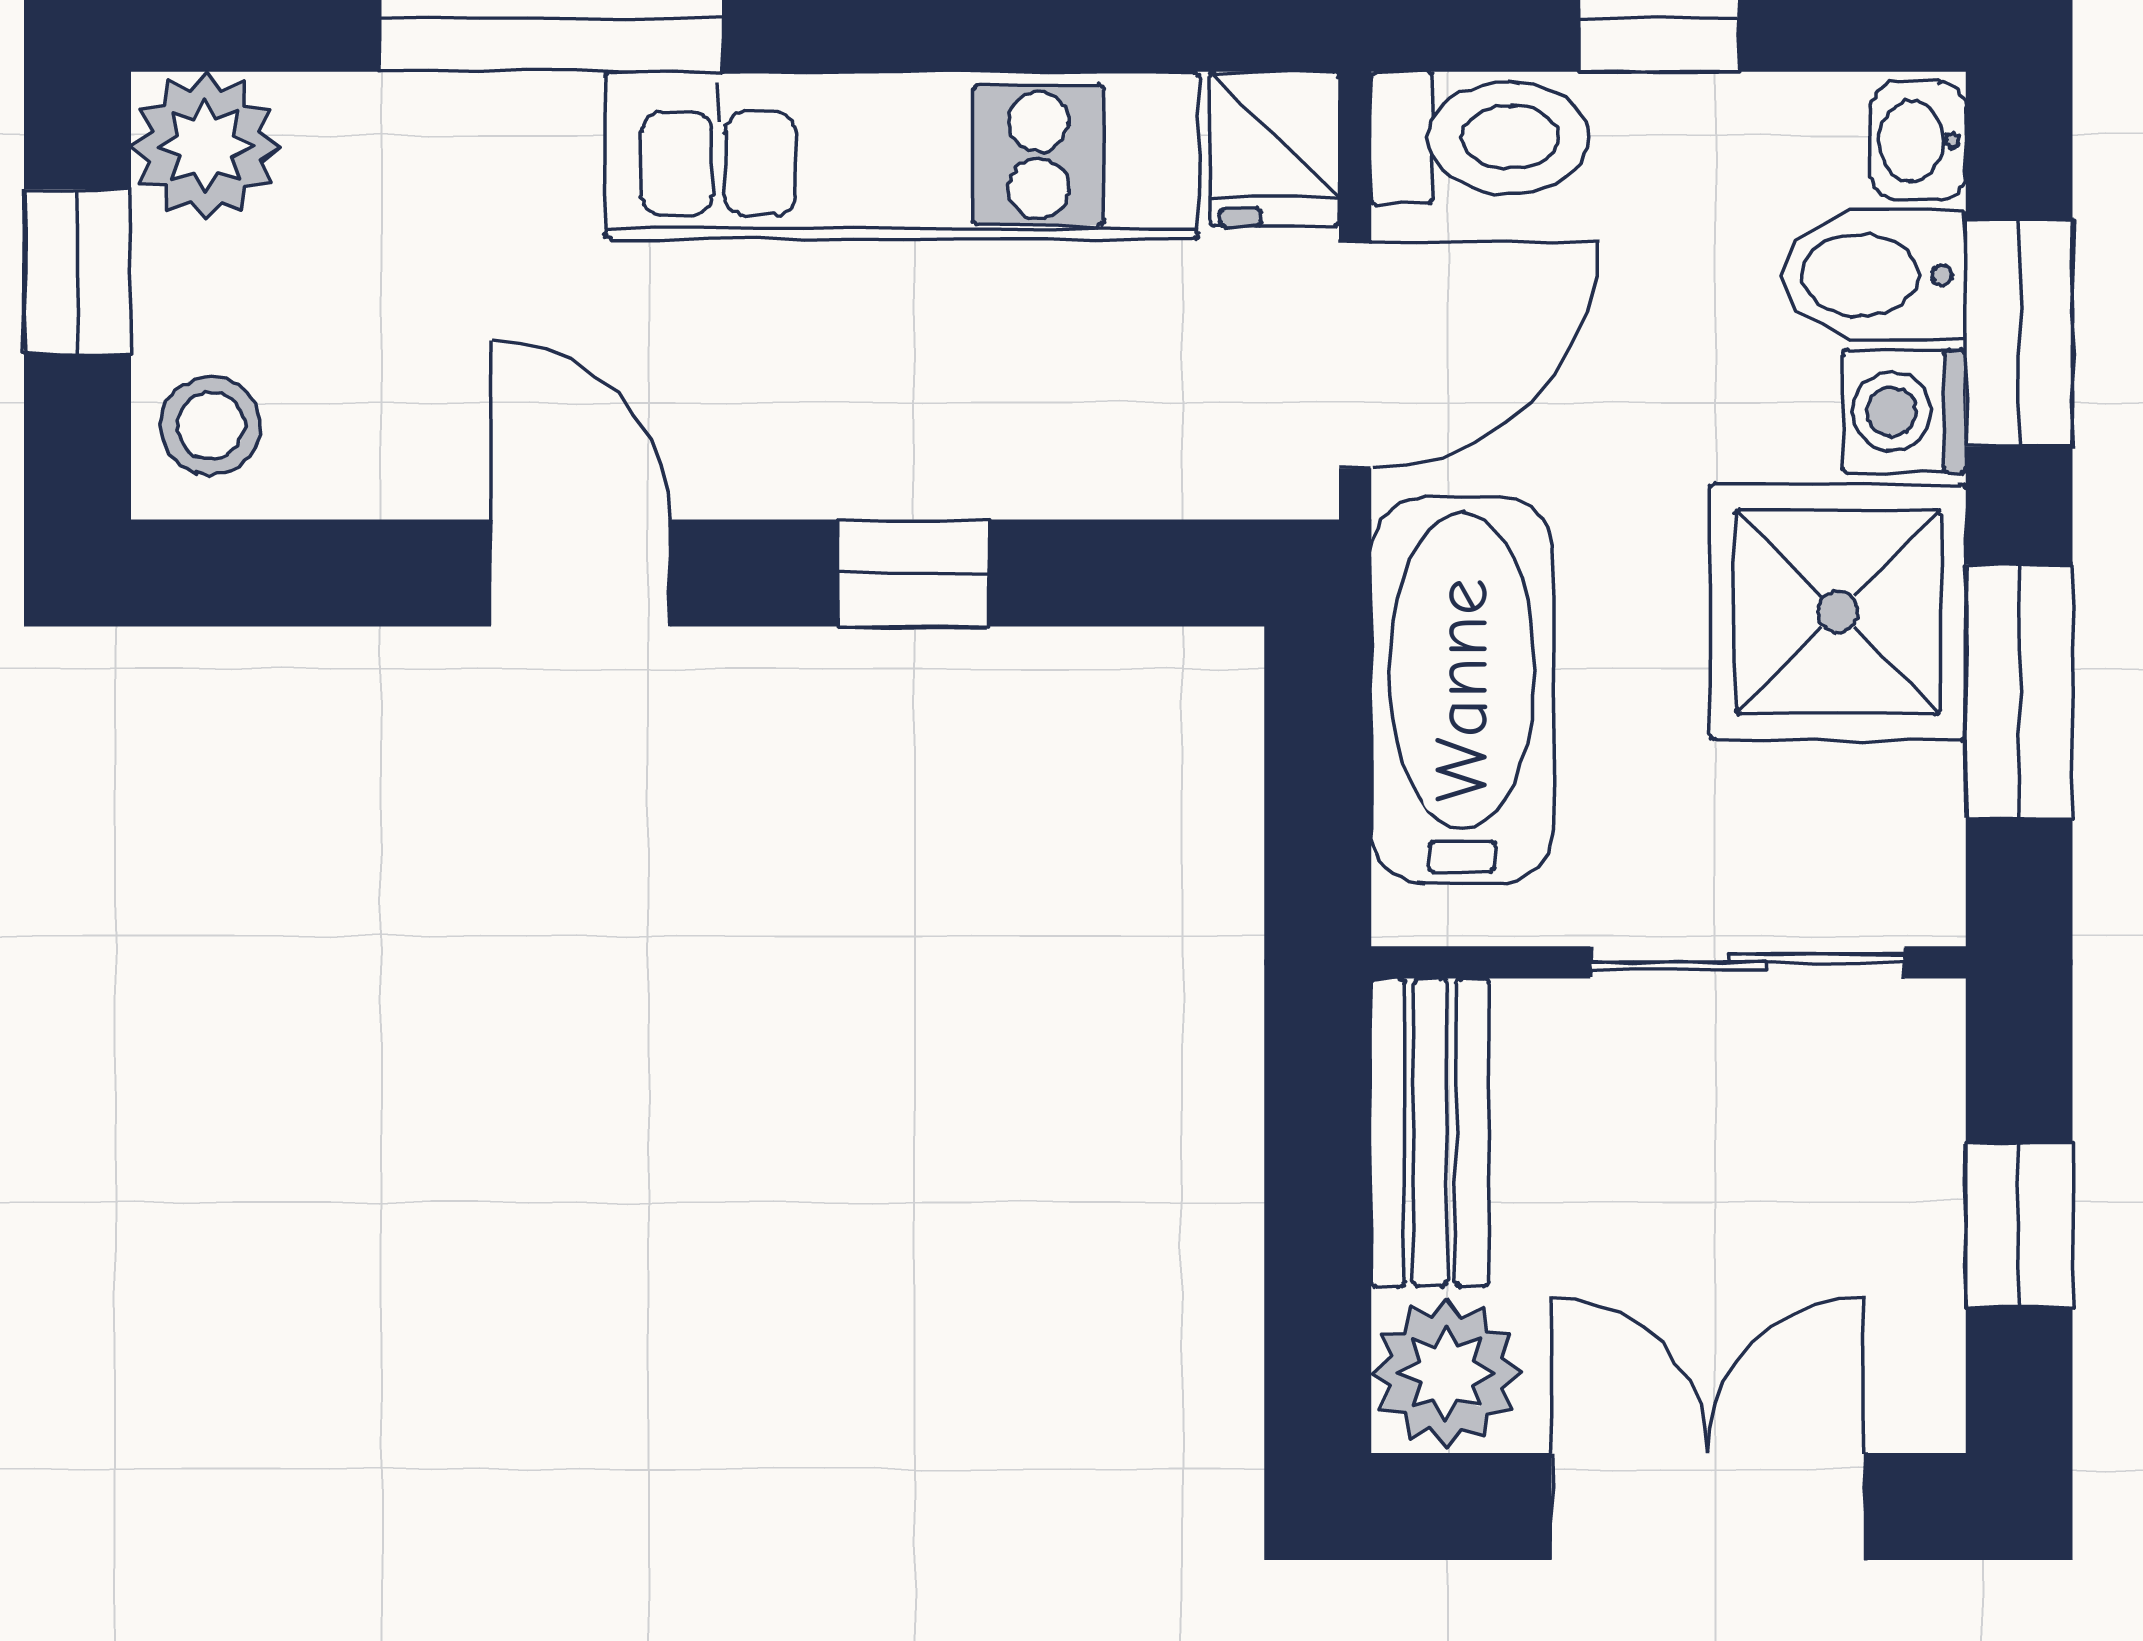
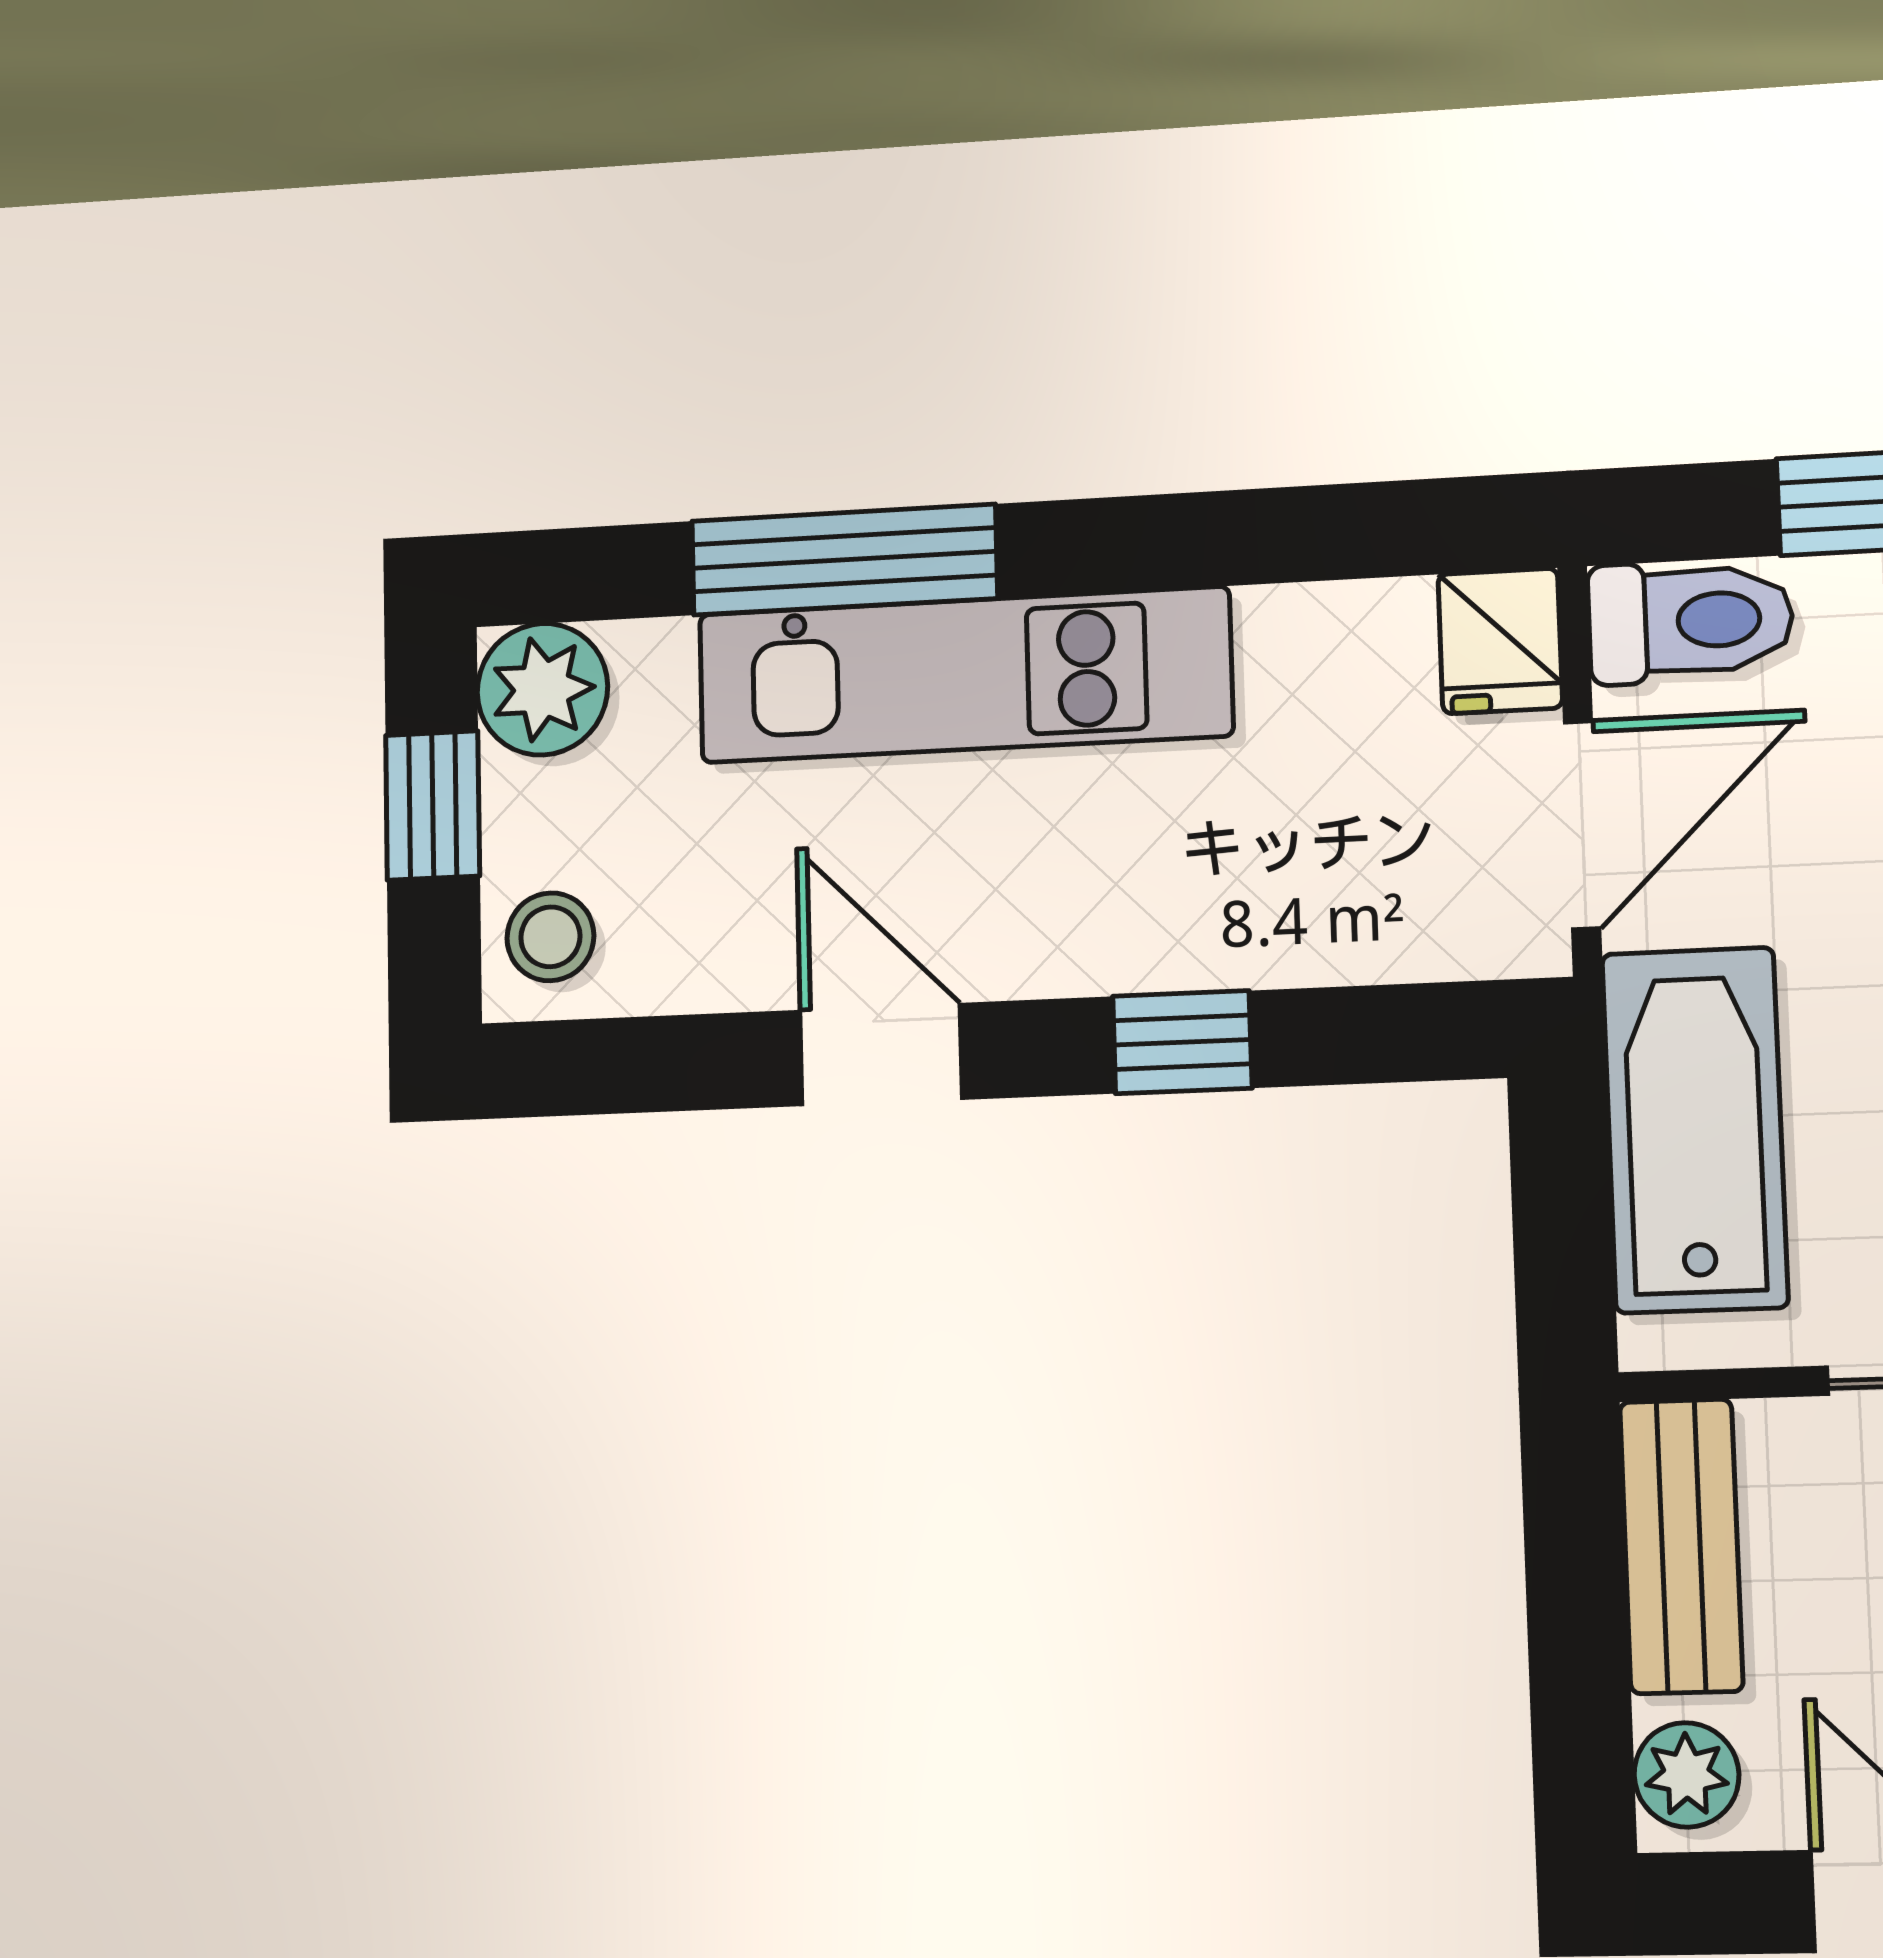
kitchen unit: (902, 155) -> (964, 675), moved
plant: (1446, 1373) -> (1686, 1775), width x0.73, depth x0.73

